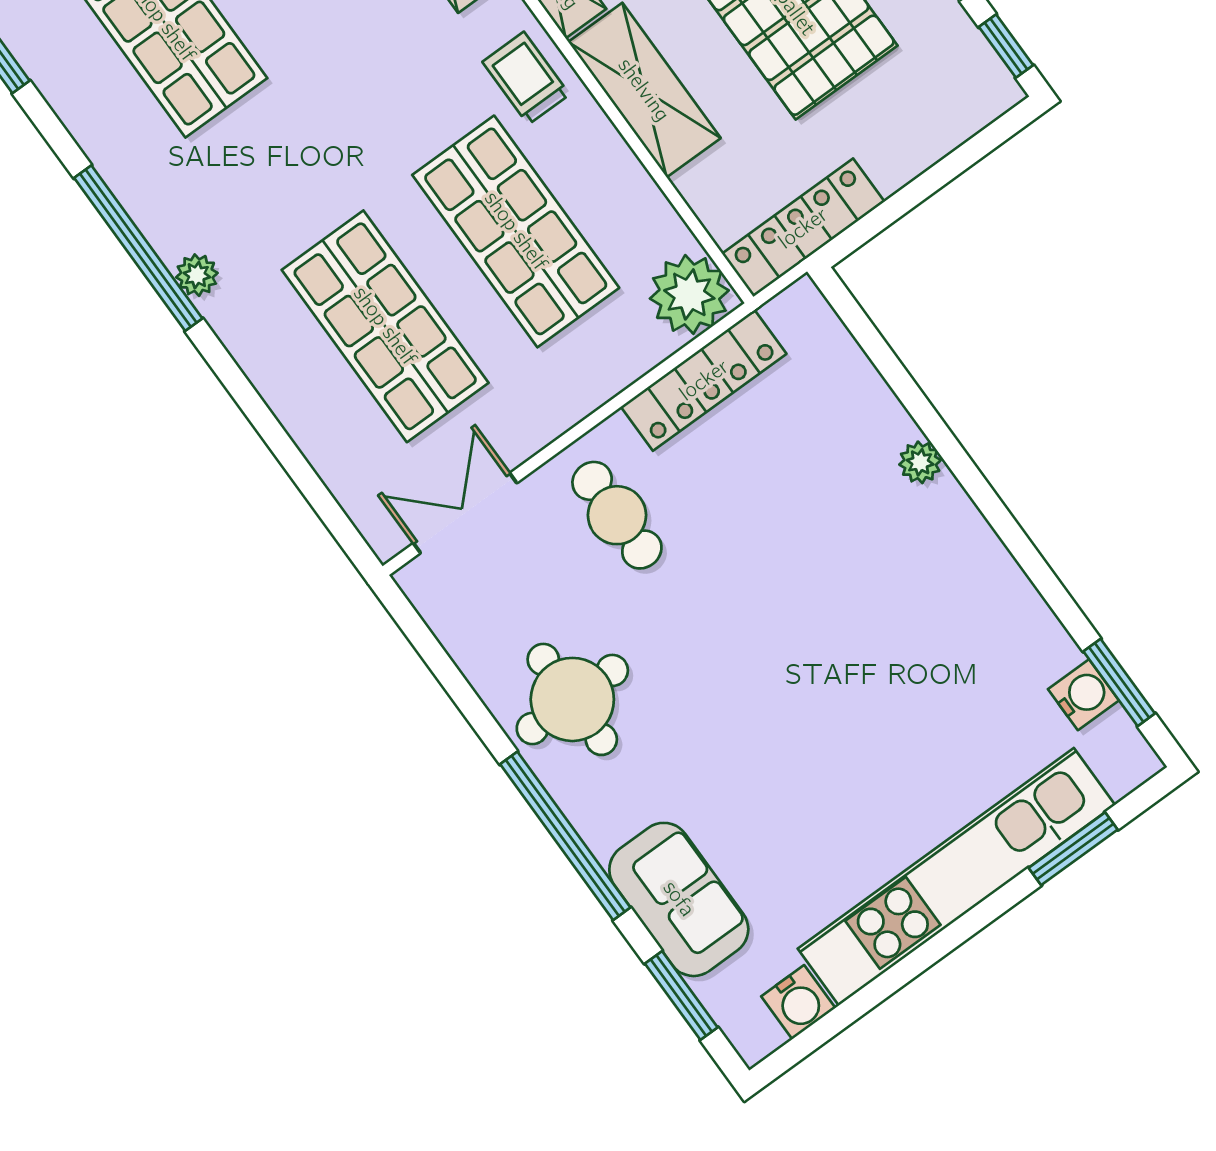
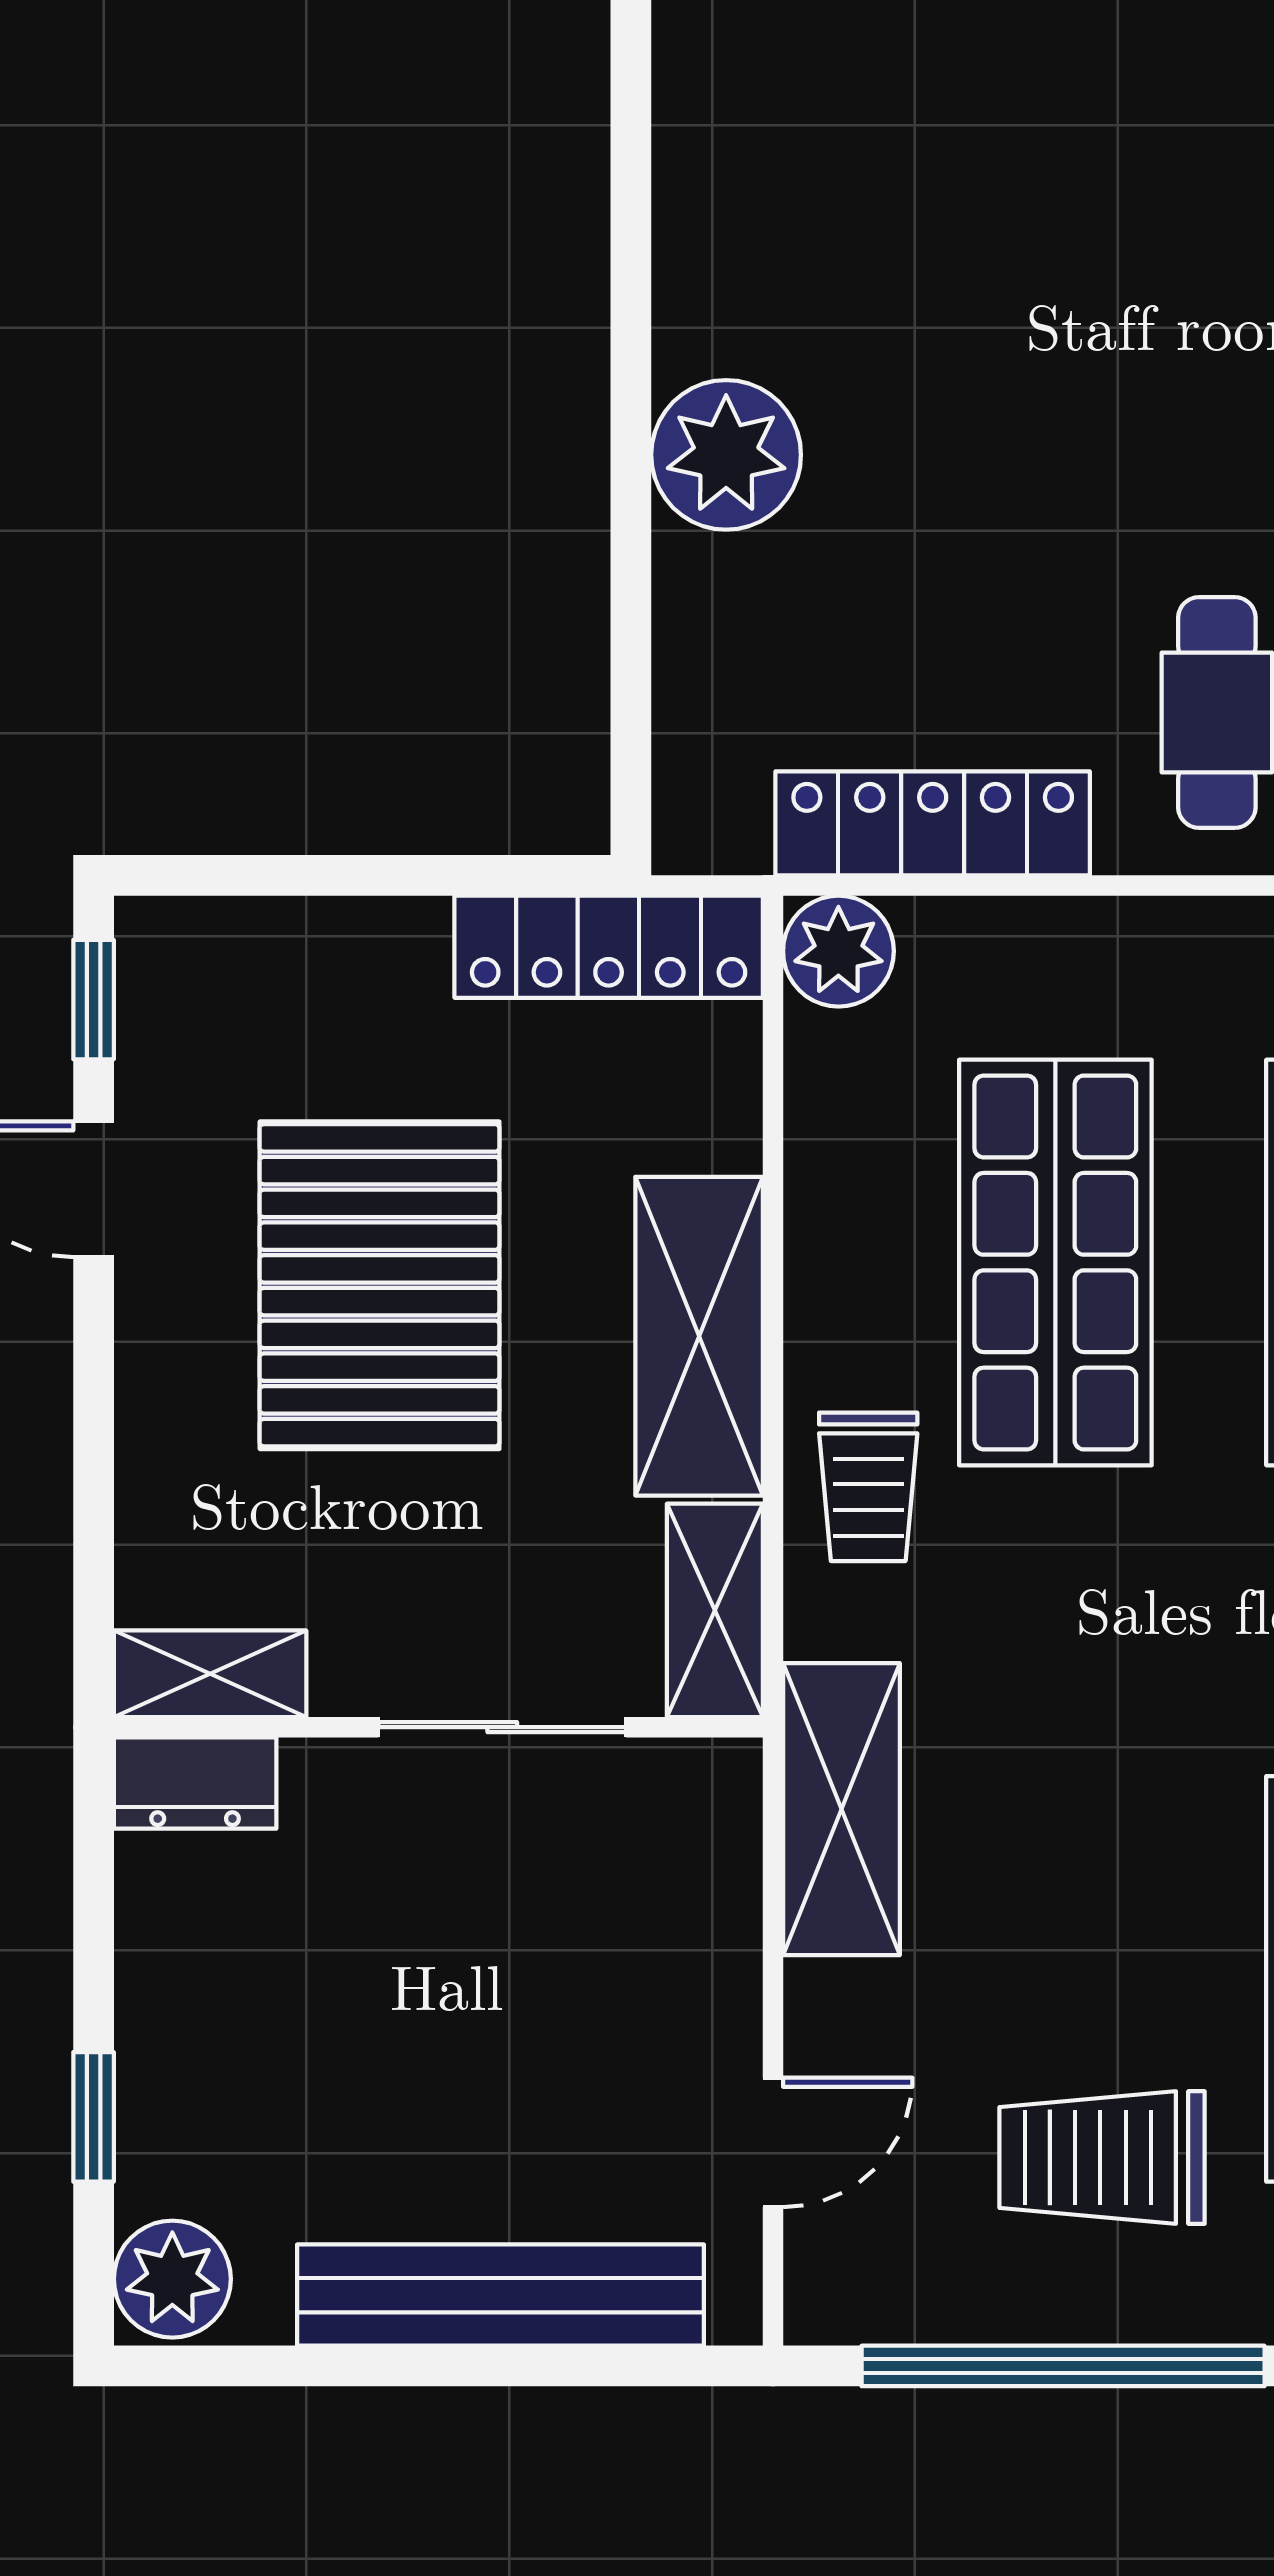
plant: (689, 294) -> (838, 951), width x0.73, depth x0.73
plant: (920, 462) -> (726, 455), width x1.87, depth x1.87

